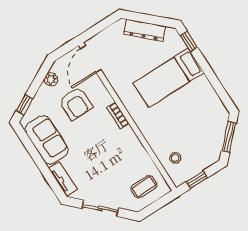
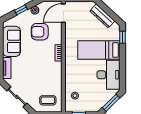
desk: (202, 102) -> (108, 75), added
armchair: (76, 104) -> (40, 32), turned 90
window: (24, 105) -> (21, 10), moved

